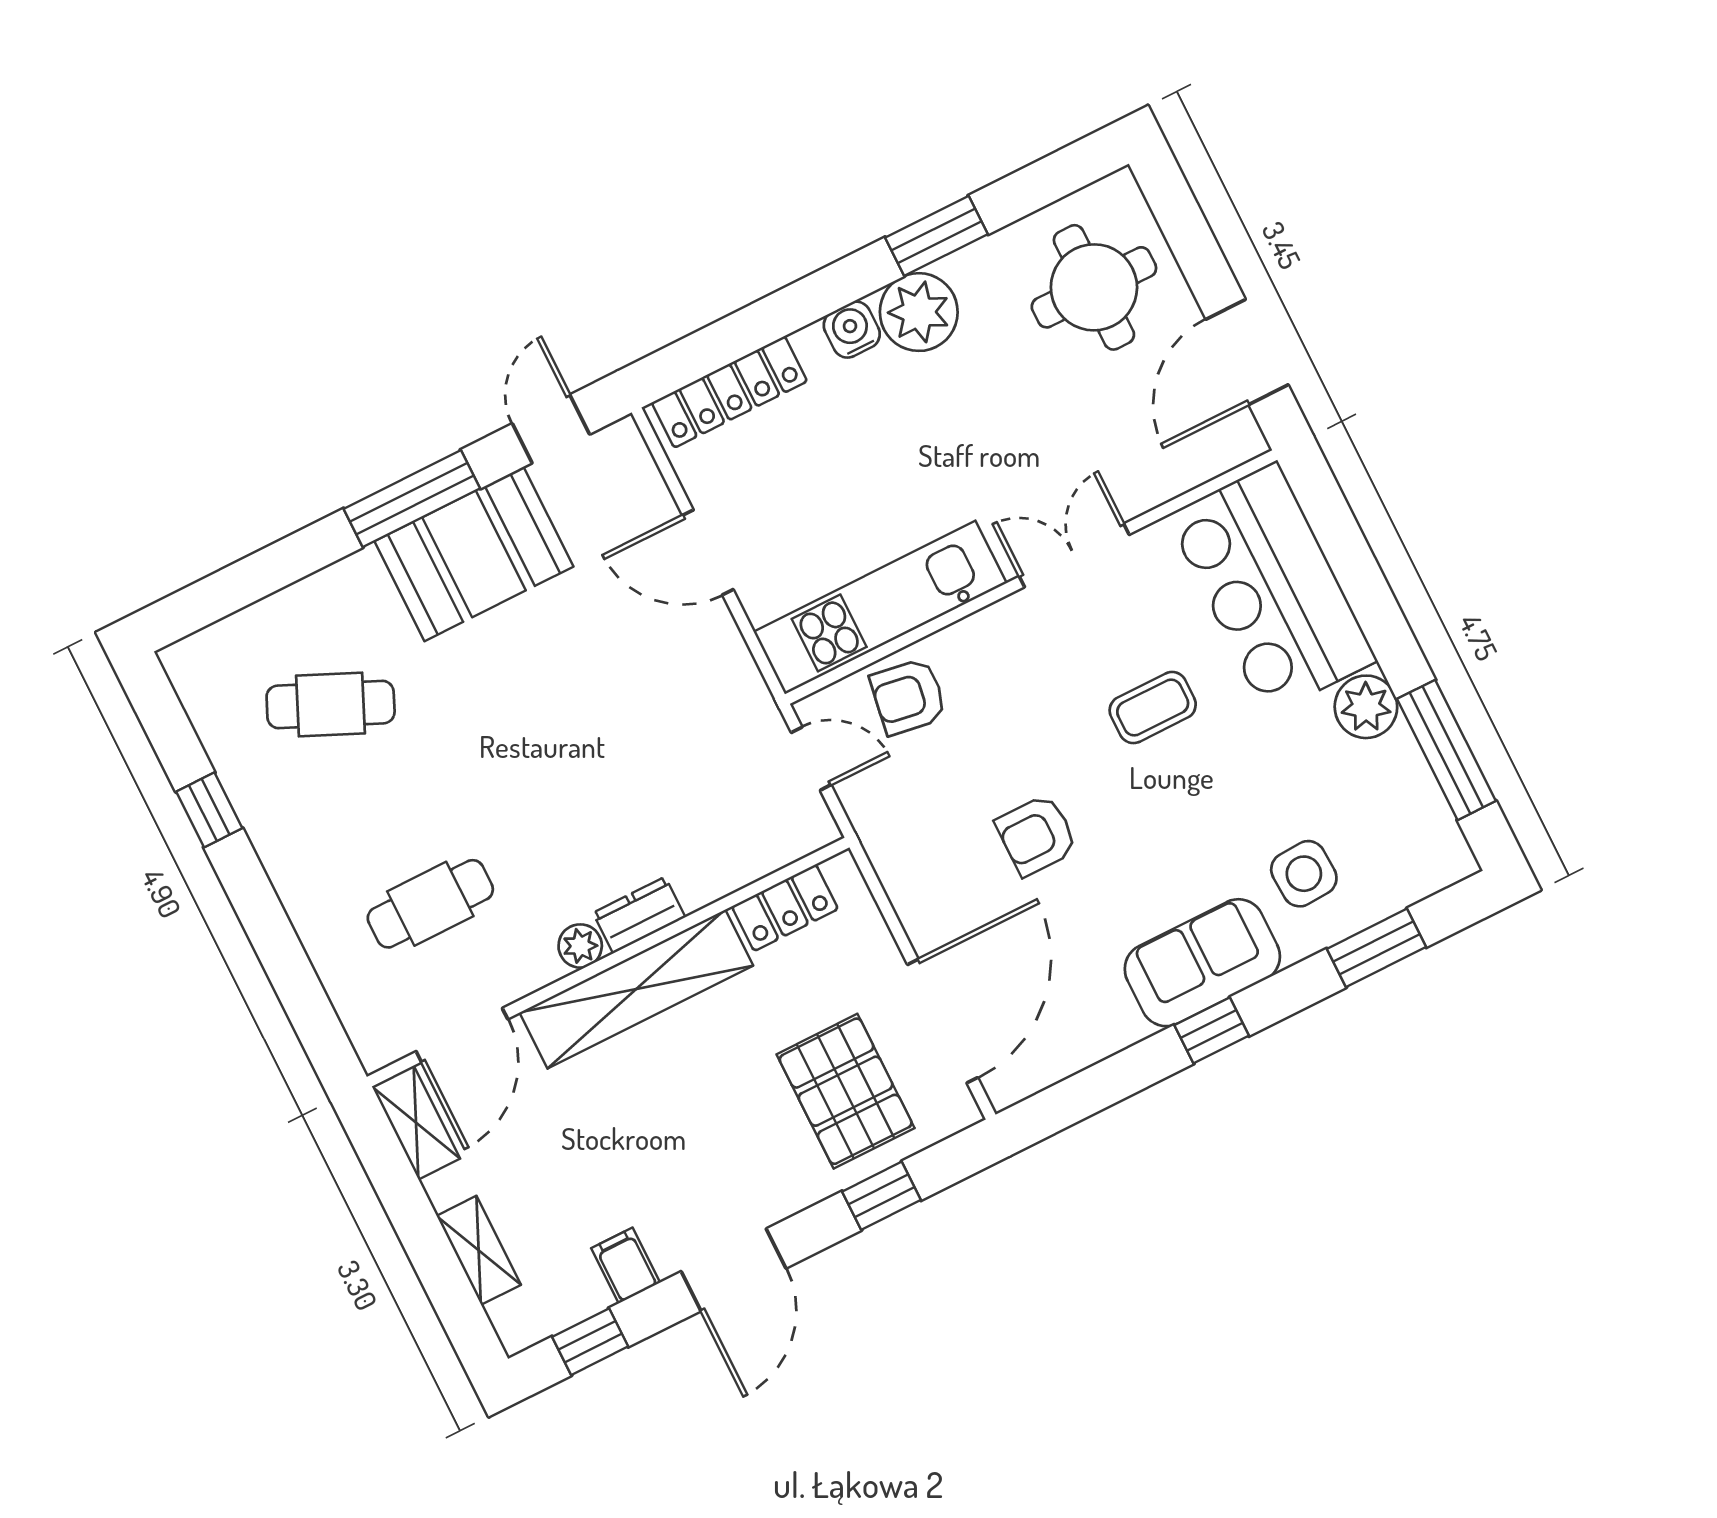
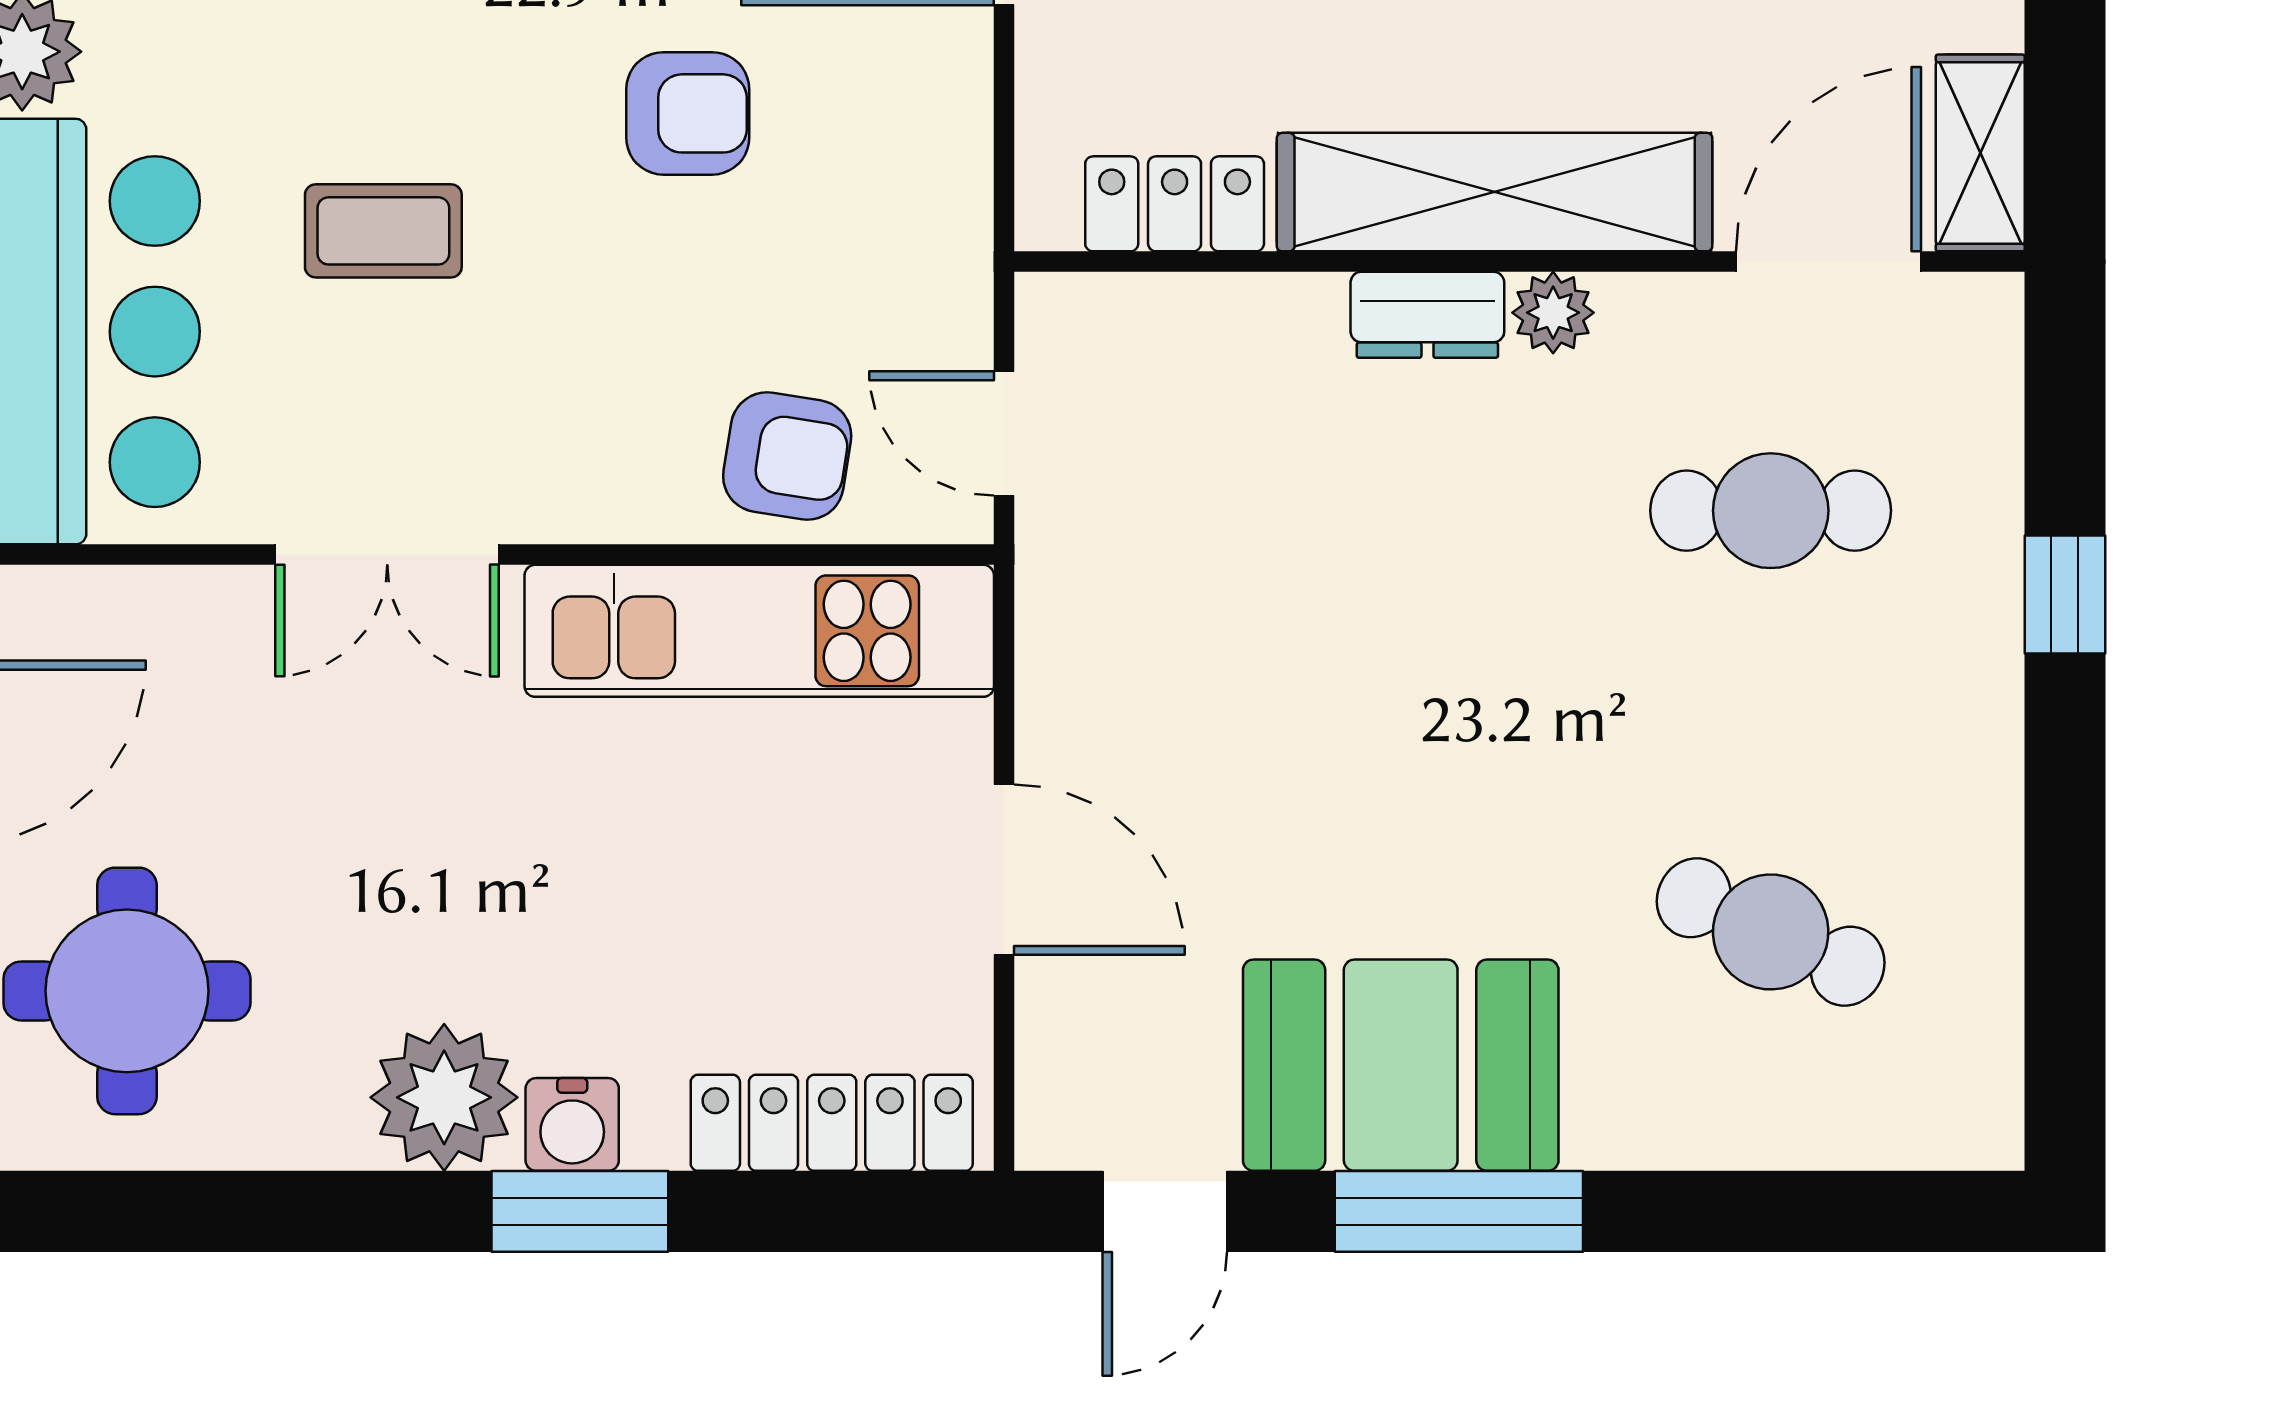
window: (936, 236) -> (580, 1211), moved
window: (209, 810) -> (2065, 594), moved

